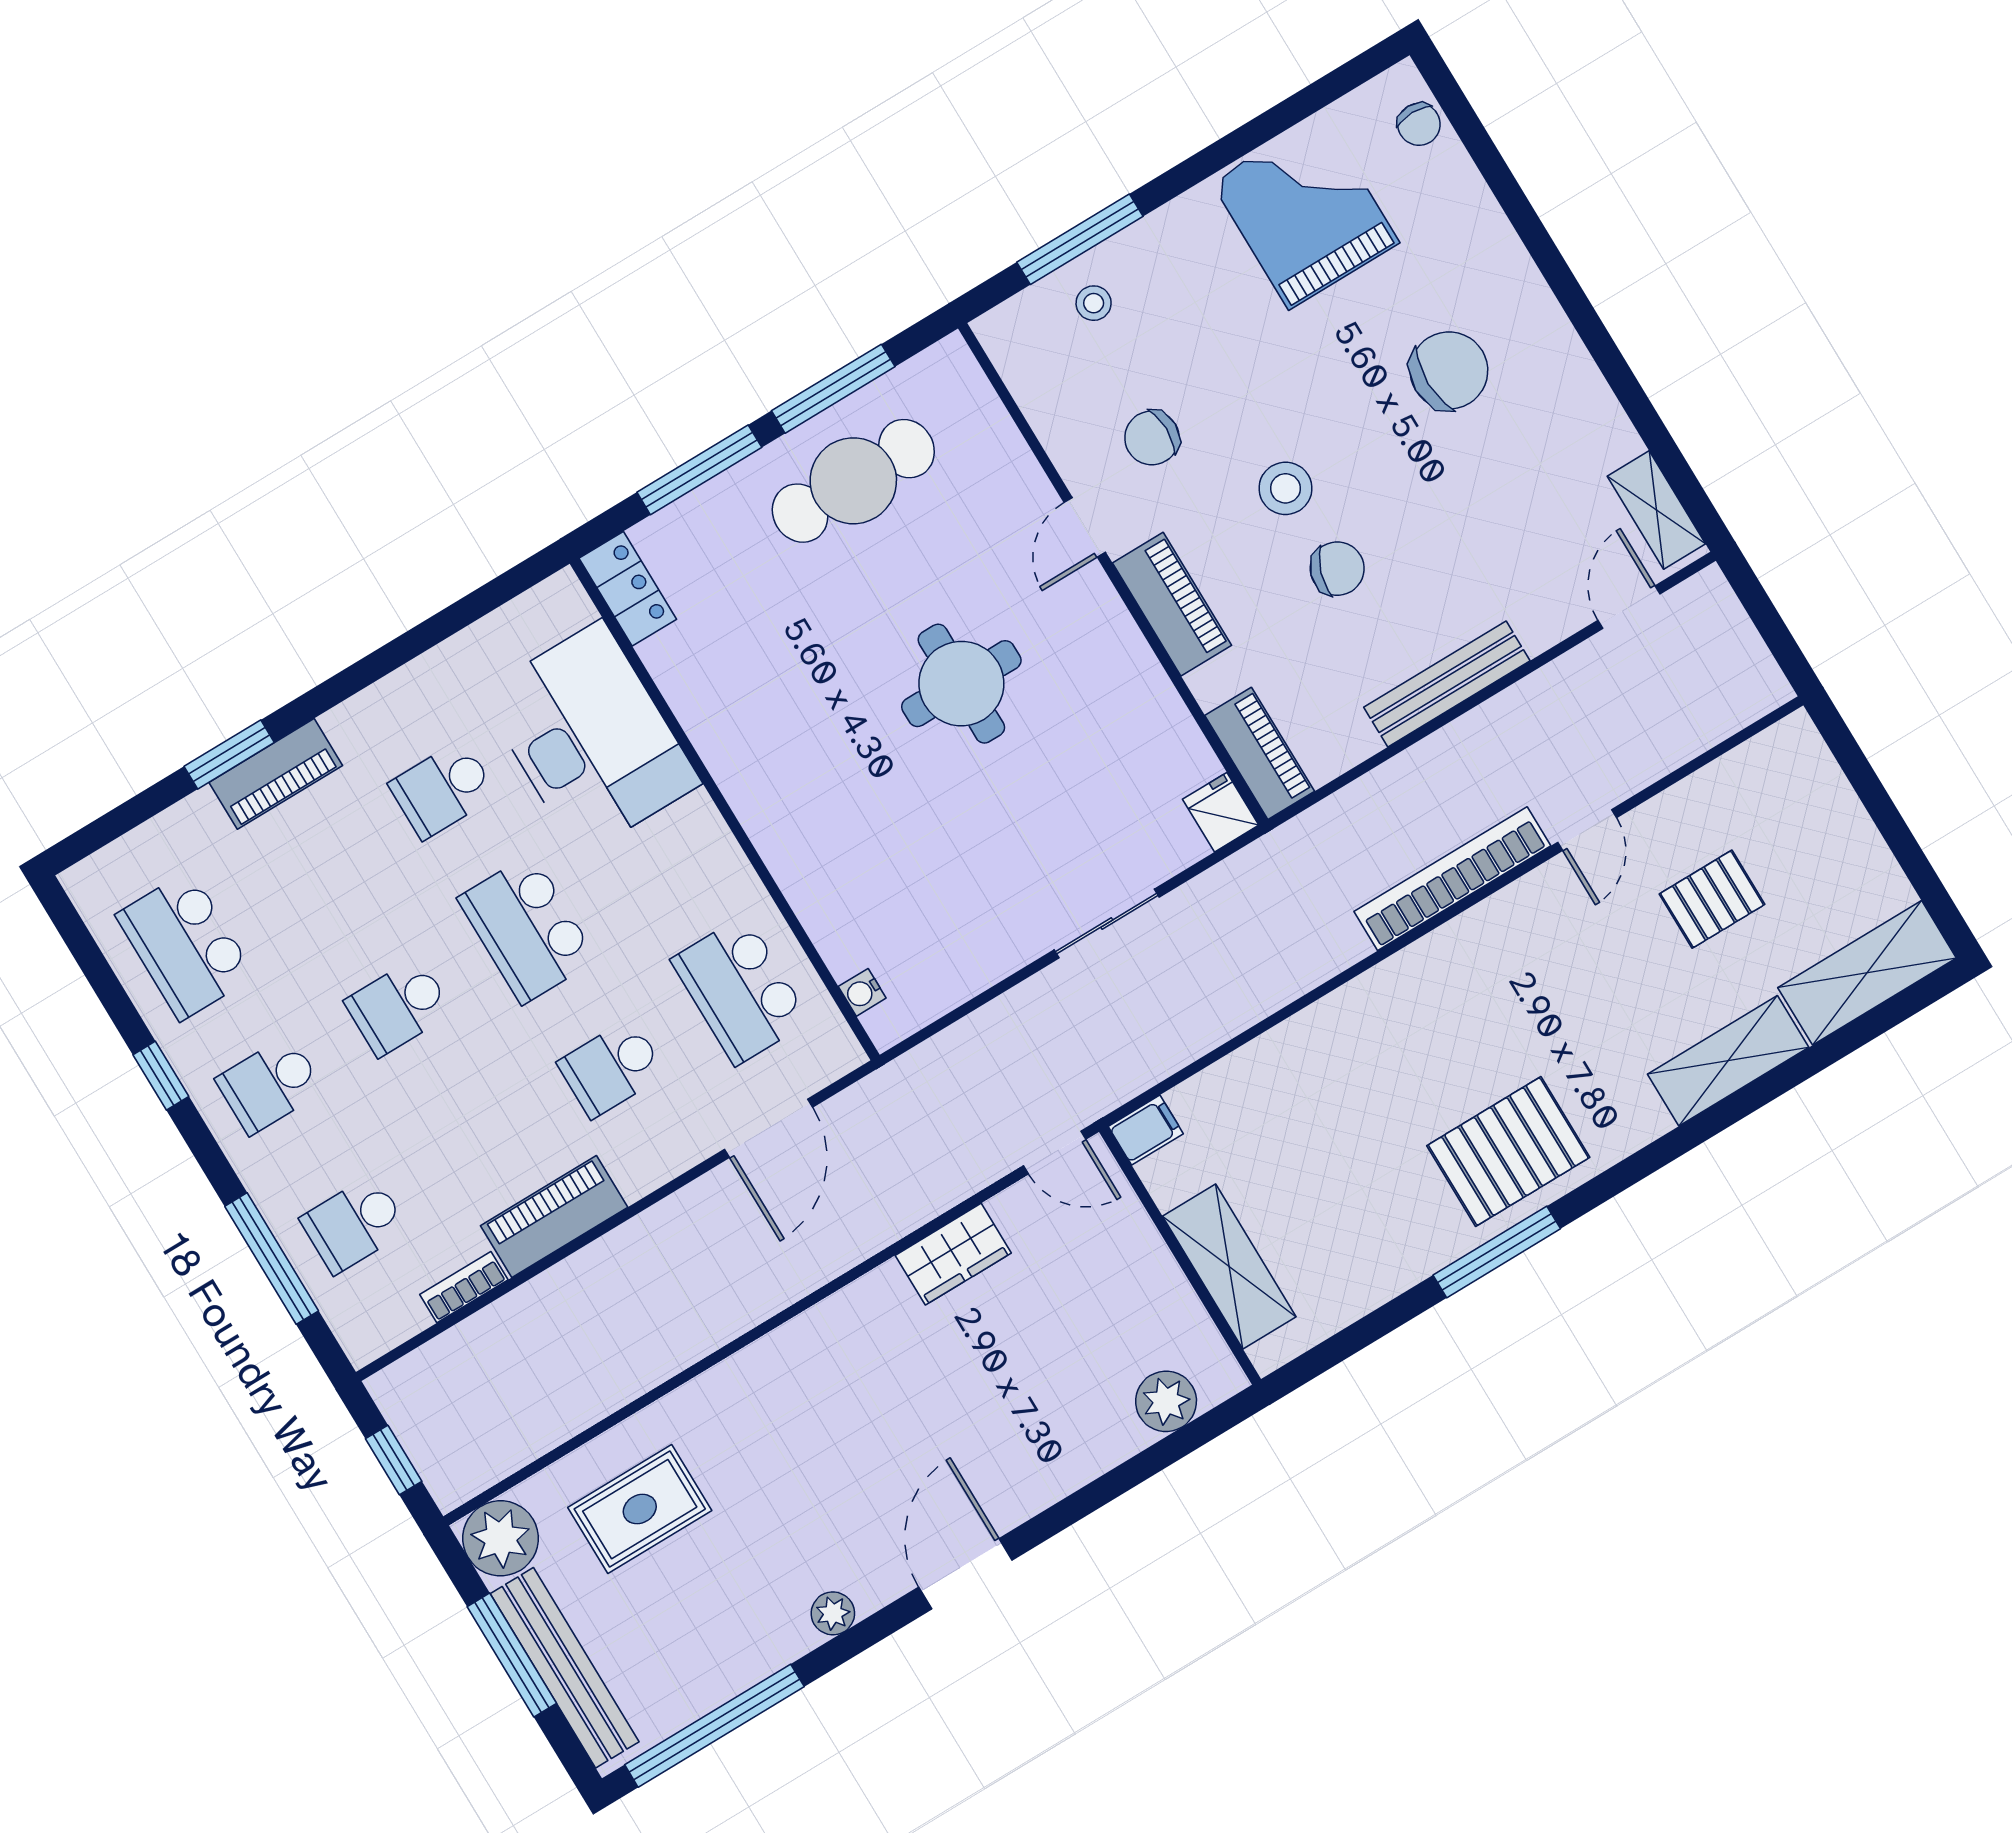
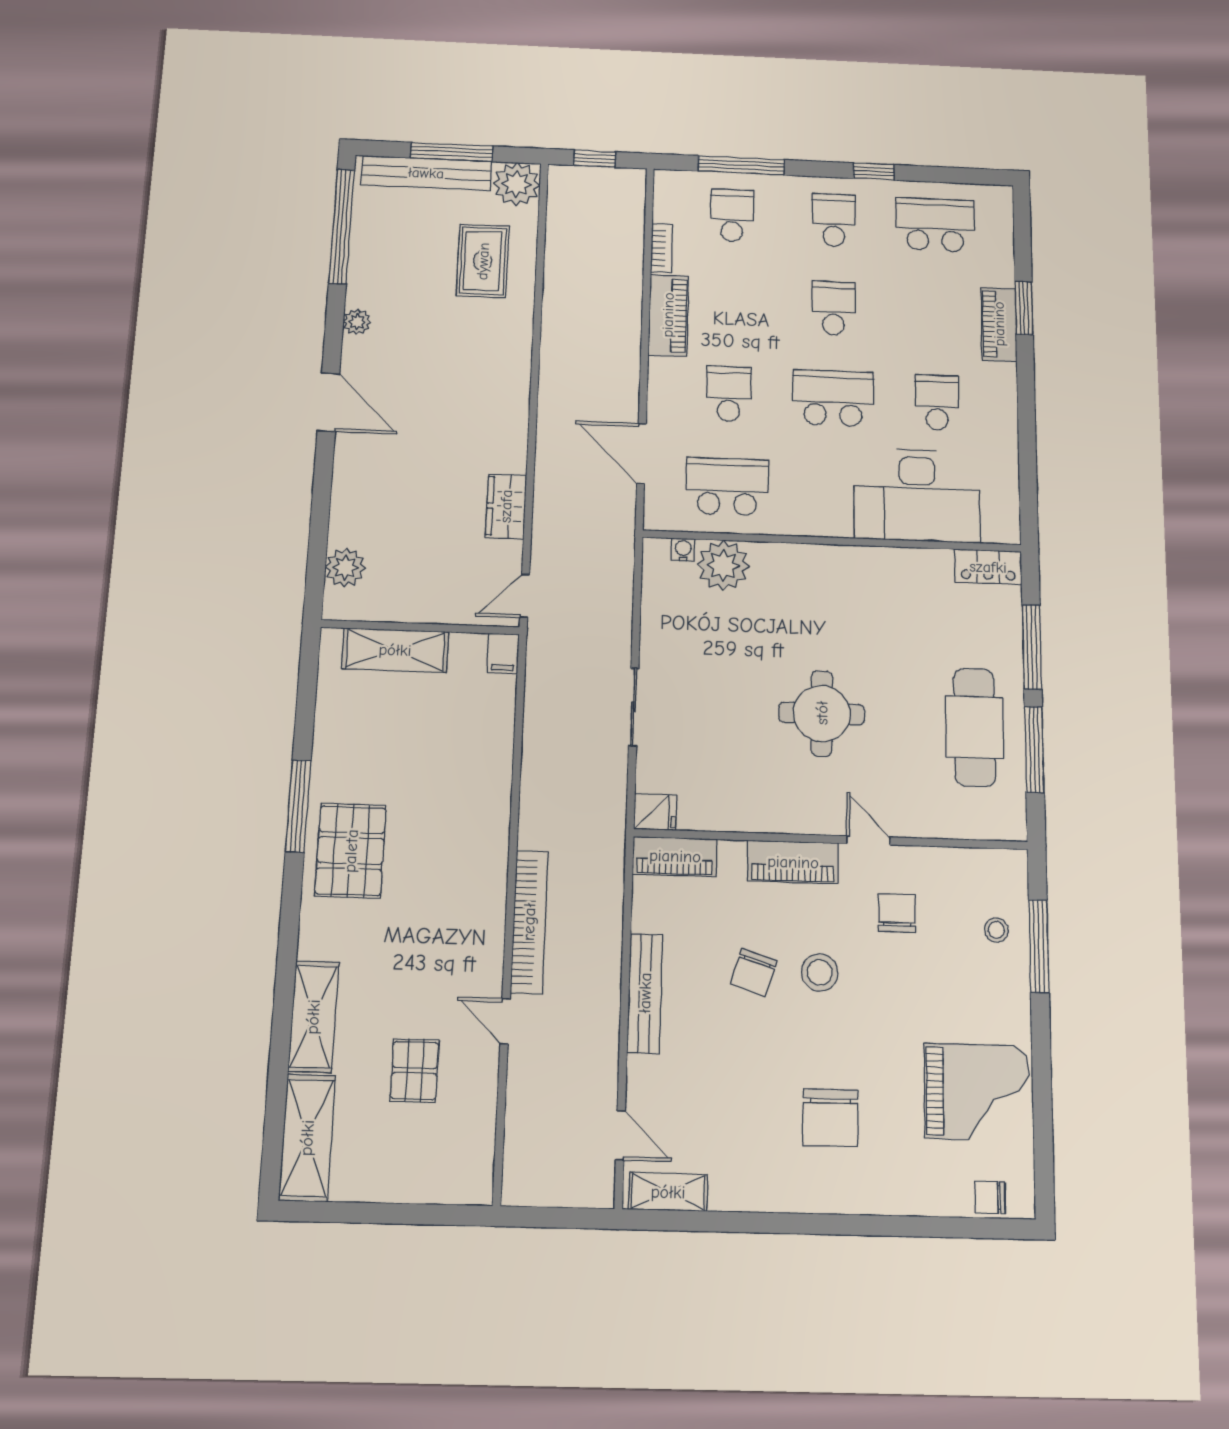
plant: (849, 928) -> (723, 565), added

